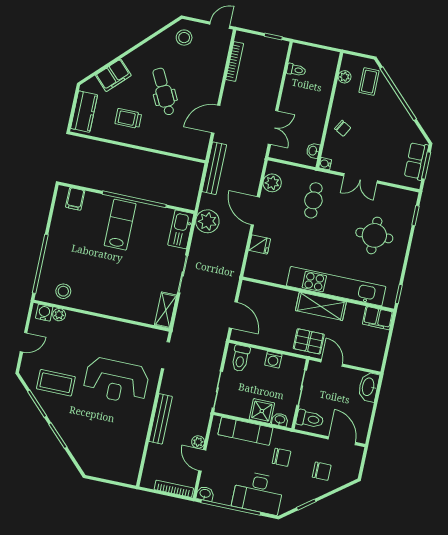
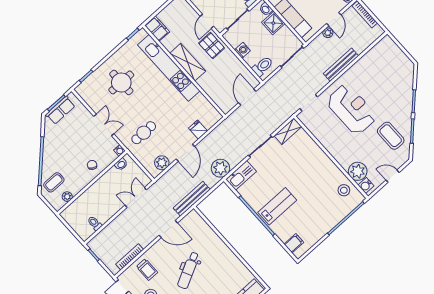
trolley: (128, 118) -> (147, 270), moved
lab bench: (120, 225) -> (277, 206), turned 180
plant: (59, 315) -> (358, 171), width x1.87, depth x1.87

